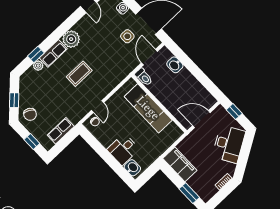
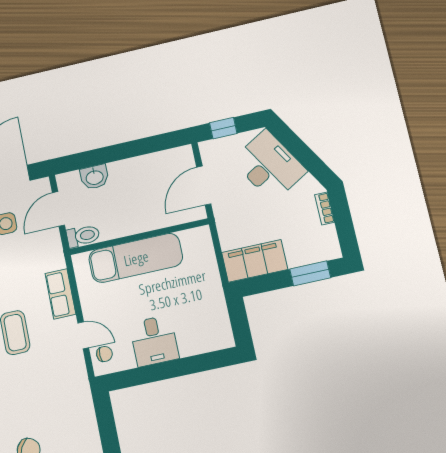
door: (149, 57) -> (58, 209), hinge flipped
row of seats: (61, 131) -> (60, 294), moved
desk: (123, 149) -> (154, 341), moved
washbasin: (132, 168) -> (214, 339), removed

